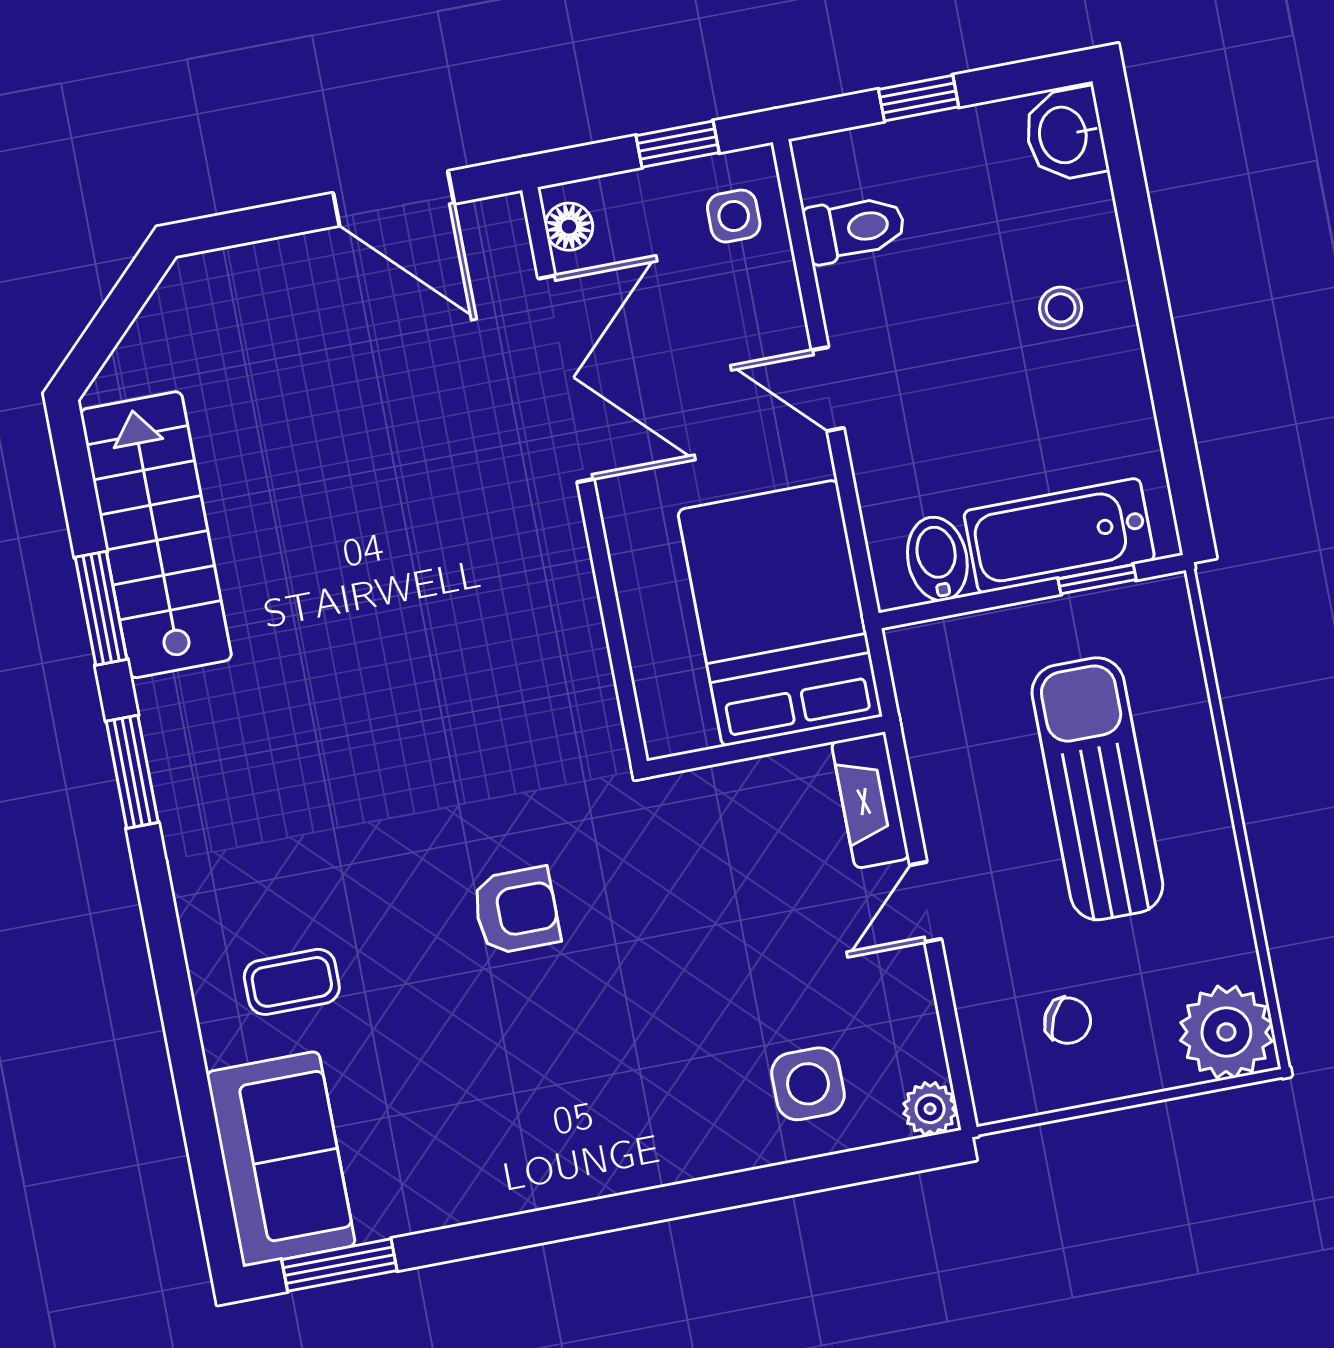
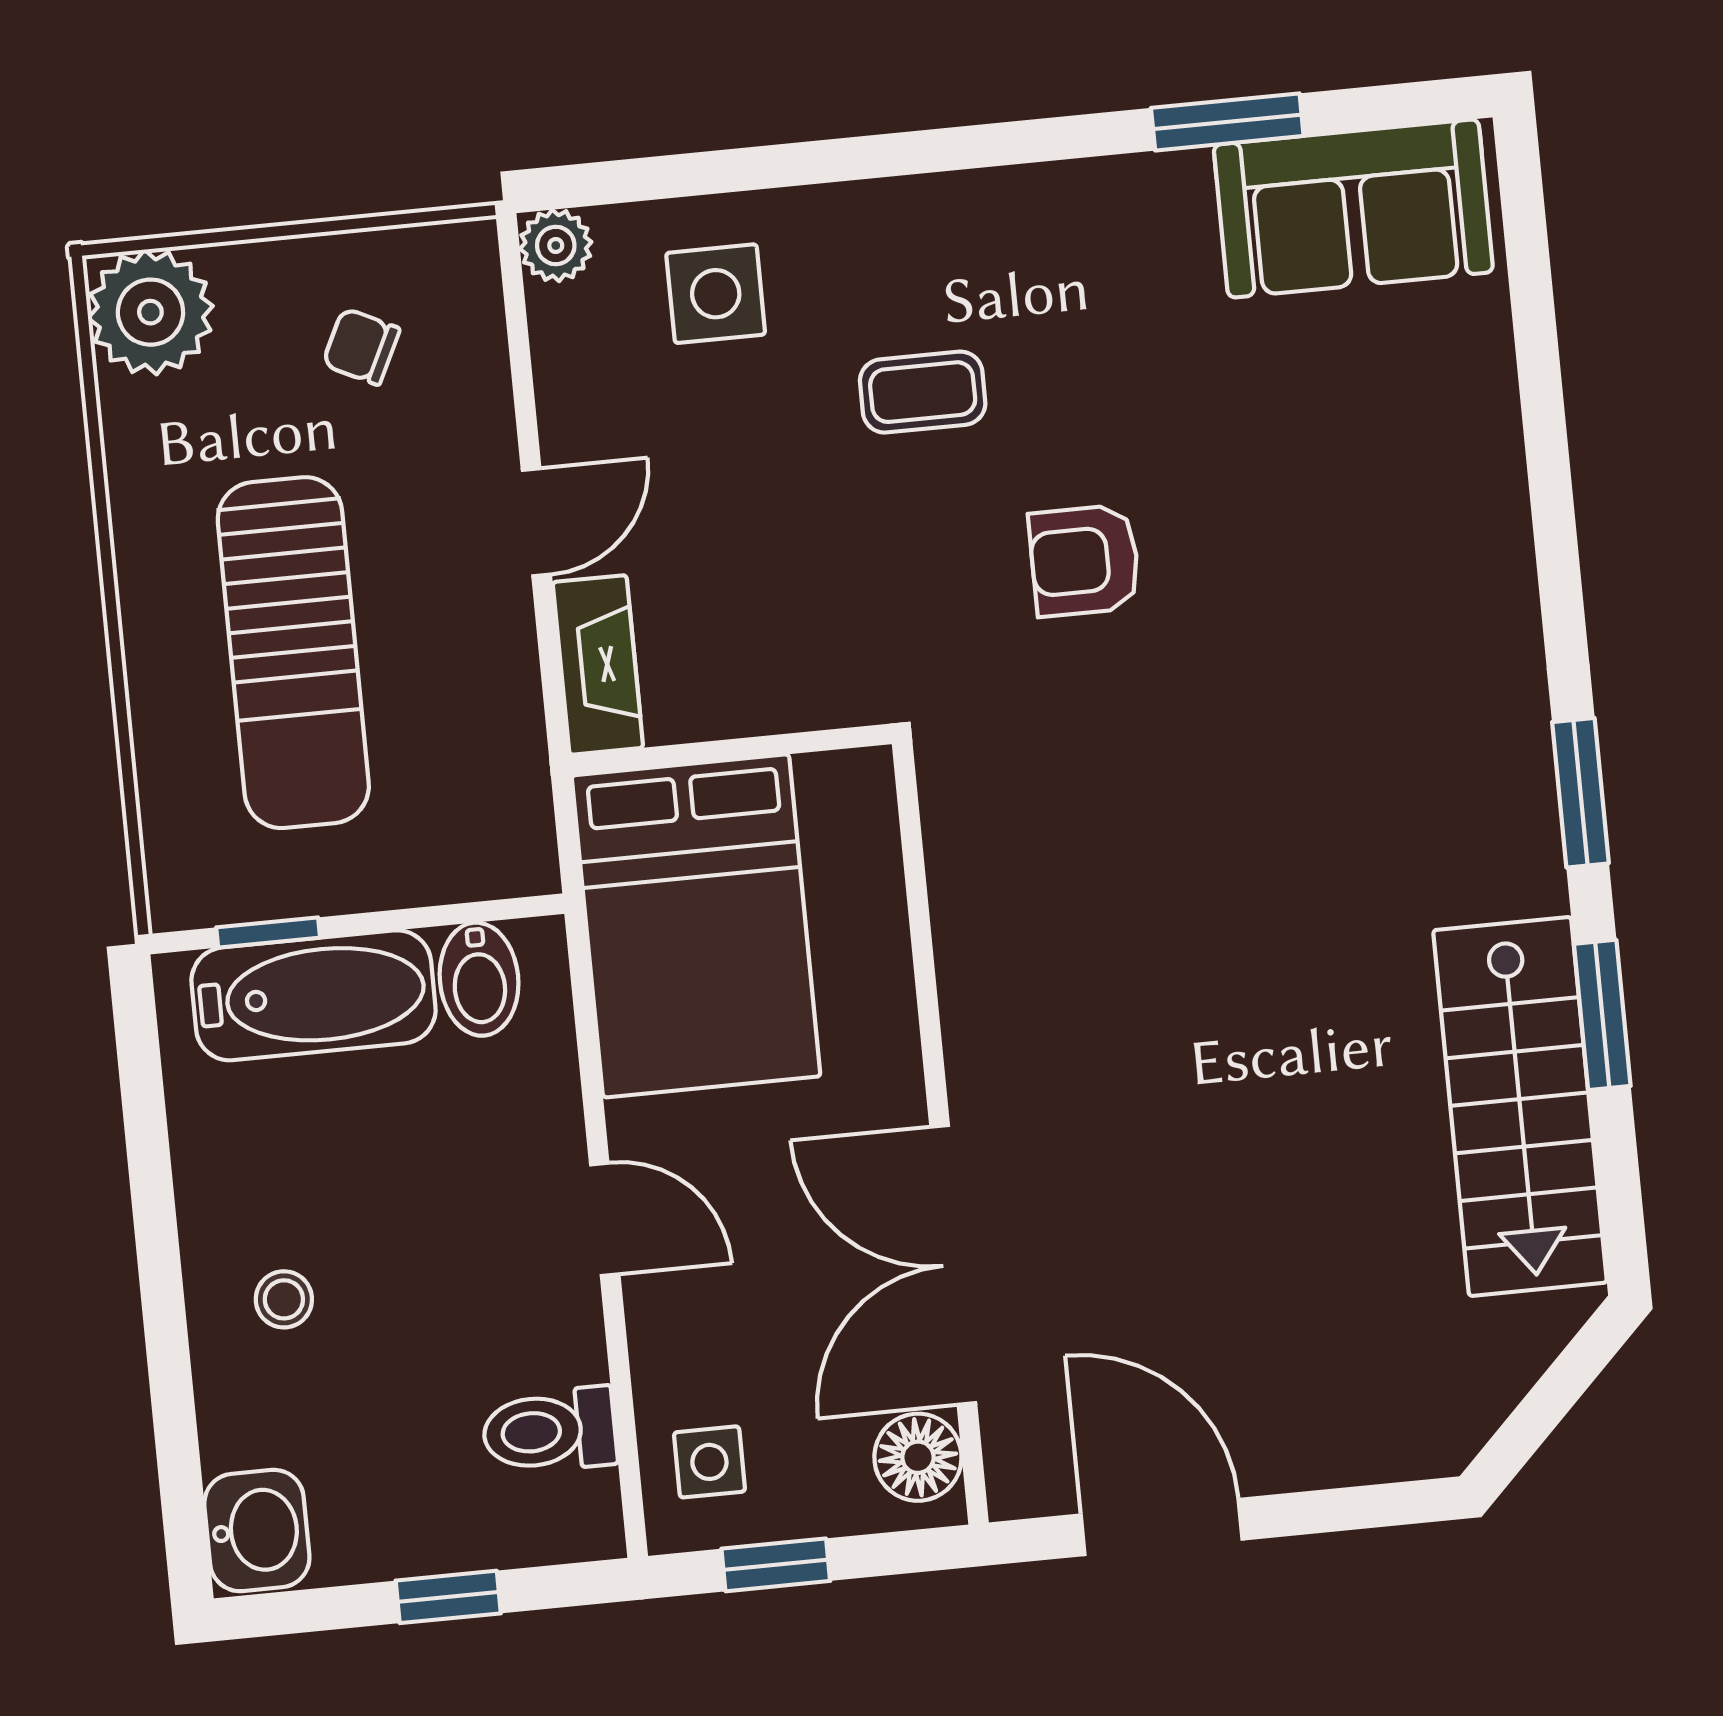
floor lamp: (569, 227) -> (918, 1457), width x1.37, depth x1.37
coffee table: (292, 982) -> (923, 392), moved
sofa: (281, 1159) -> (1353, 208), moved, turned -90
window: (339, 1265) -> (1227, 122), moved

